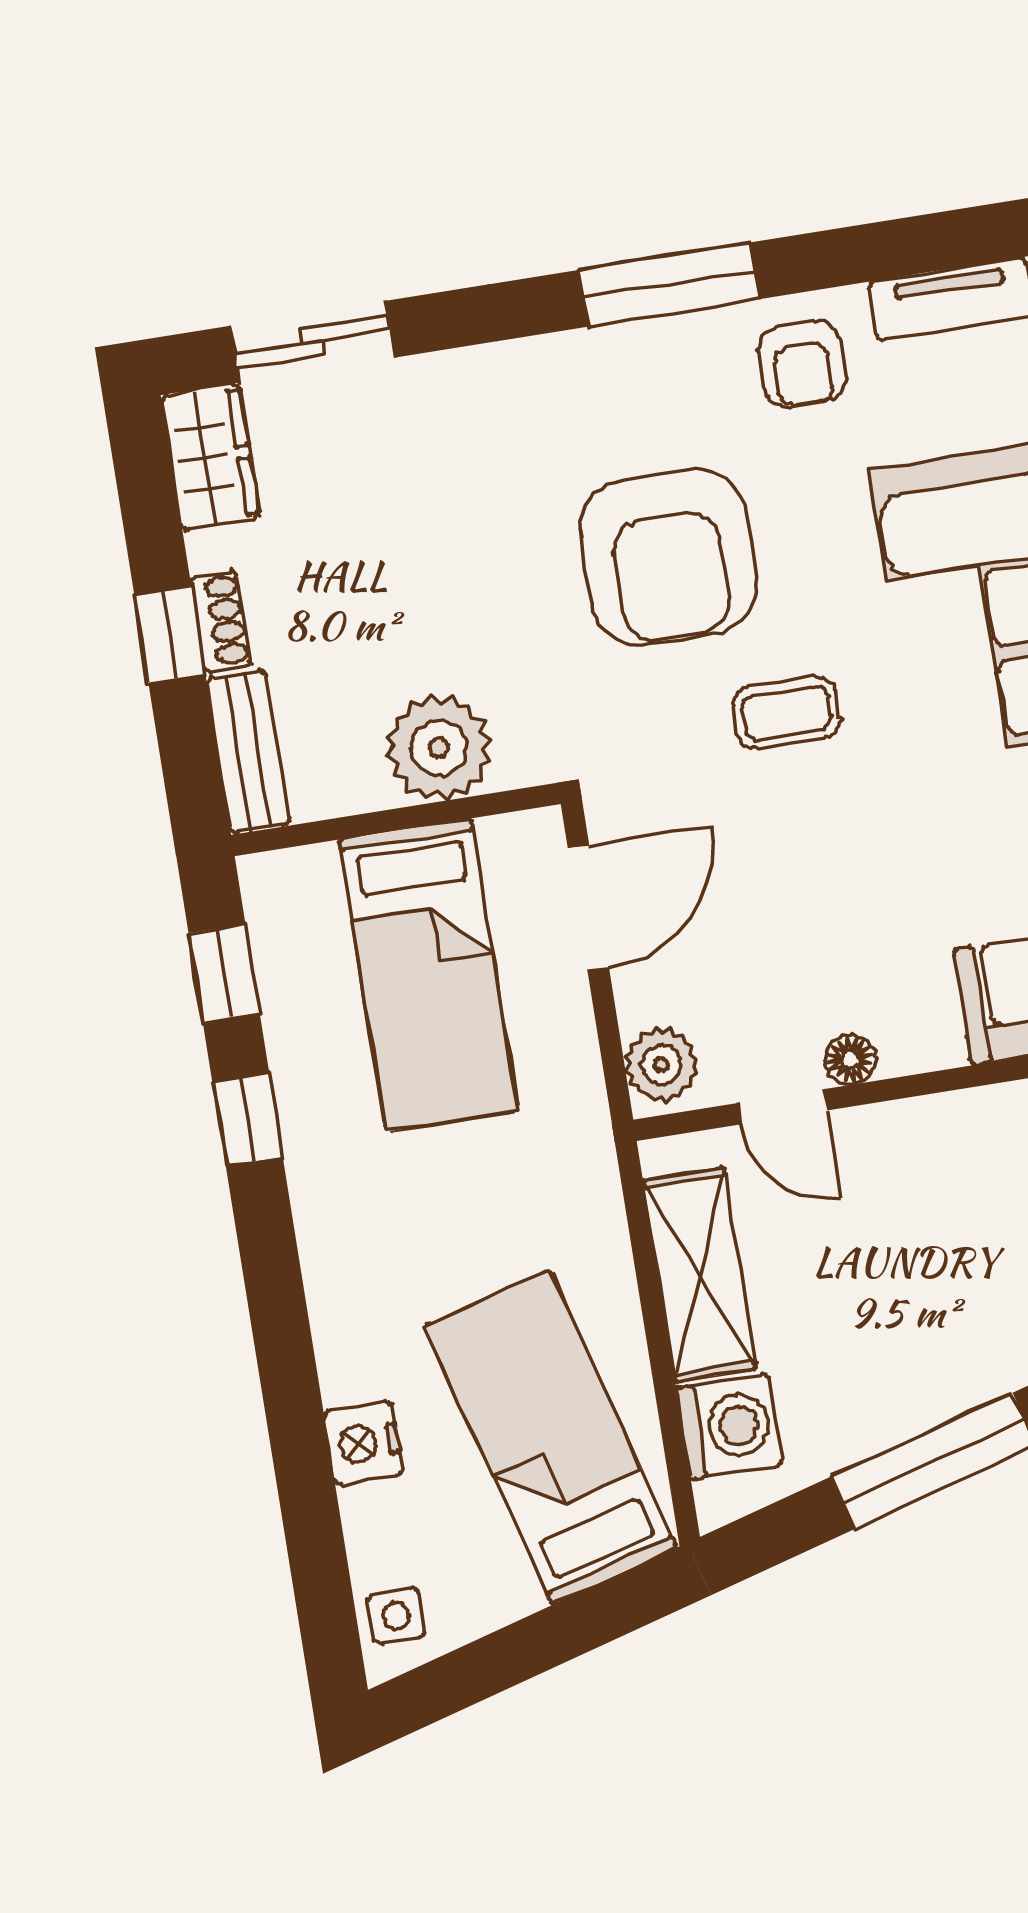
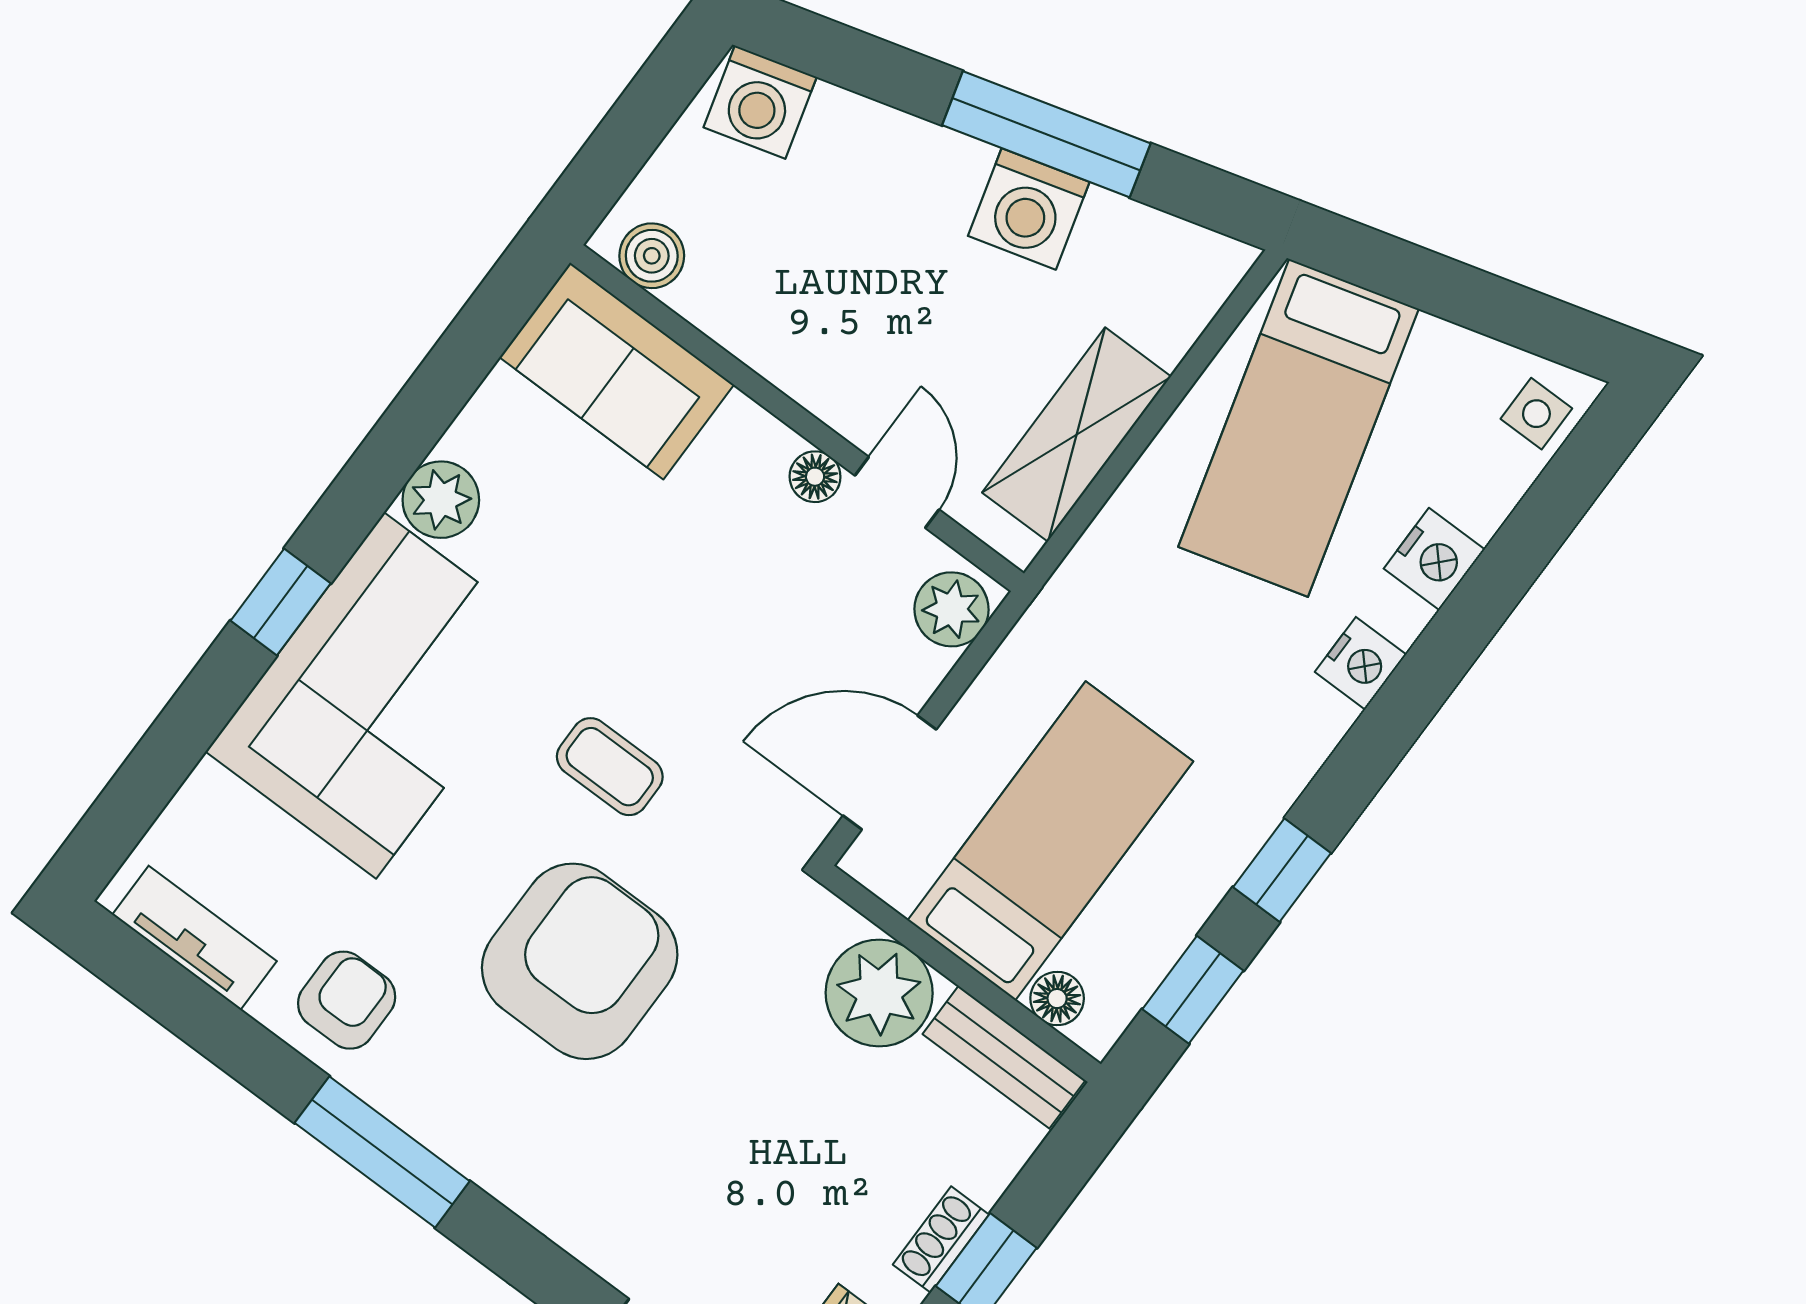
bench: (248, 751) -> (1004, 1057), moved, turned 90
floor lamp: (312, 871) -> (1057, 999), added
nightstand: (340, 1318) -> (1361, 663), added
washing machine: (730, 1426) -> (1029, 209), moved, turned -106

